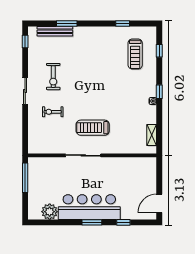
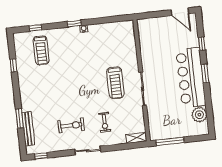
treadmill: (135, 54) -> (41, 50), turned 90
shelving: (152, 135) -> (136, 138), moved

